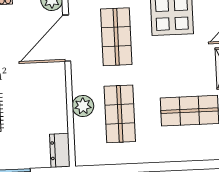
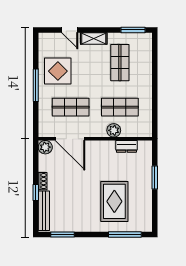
dresser: (60, 150) -> (126, 146), moved

